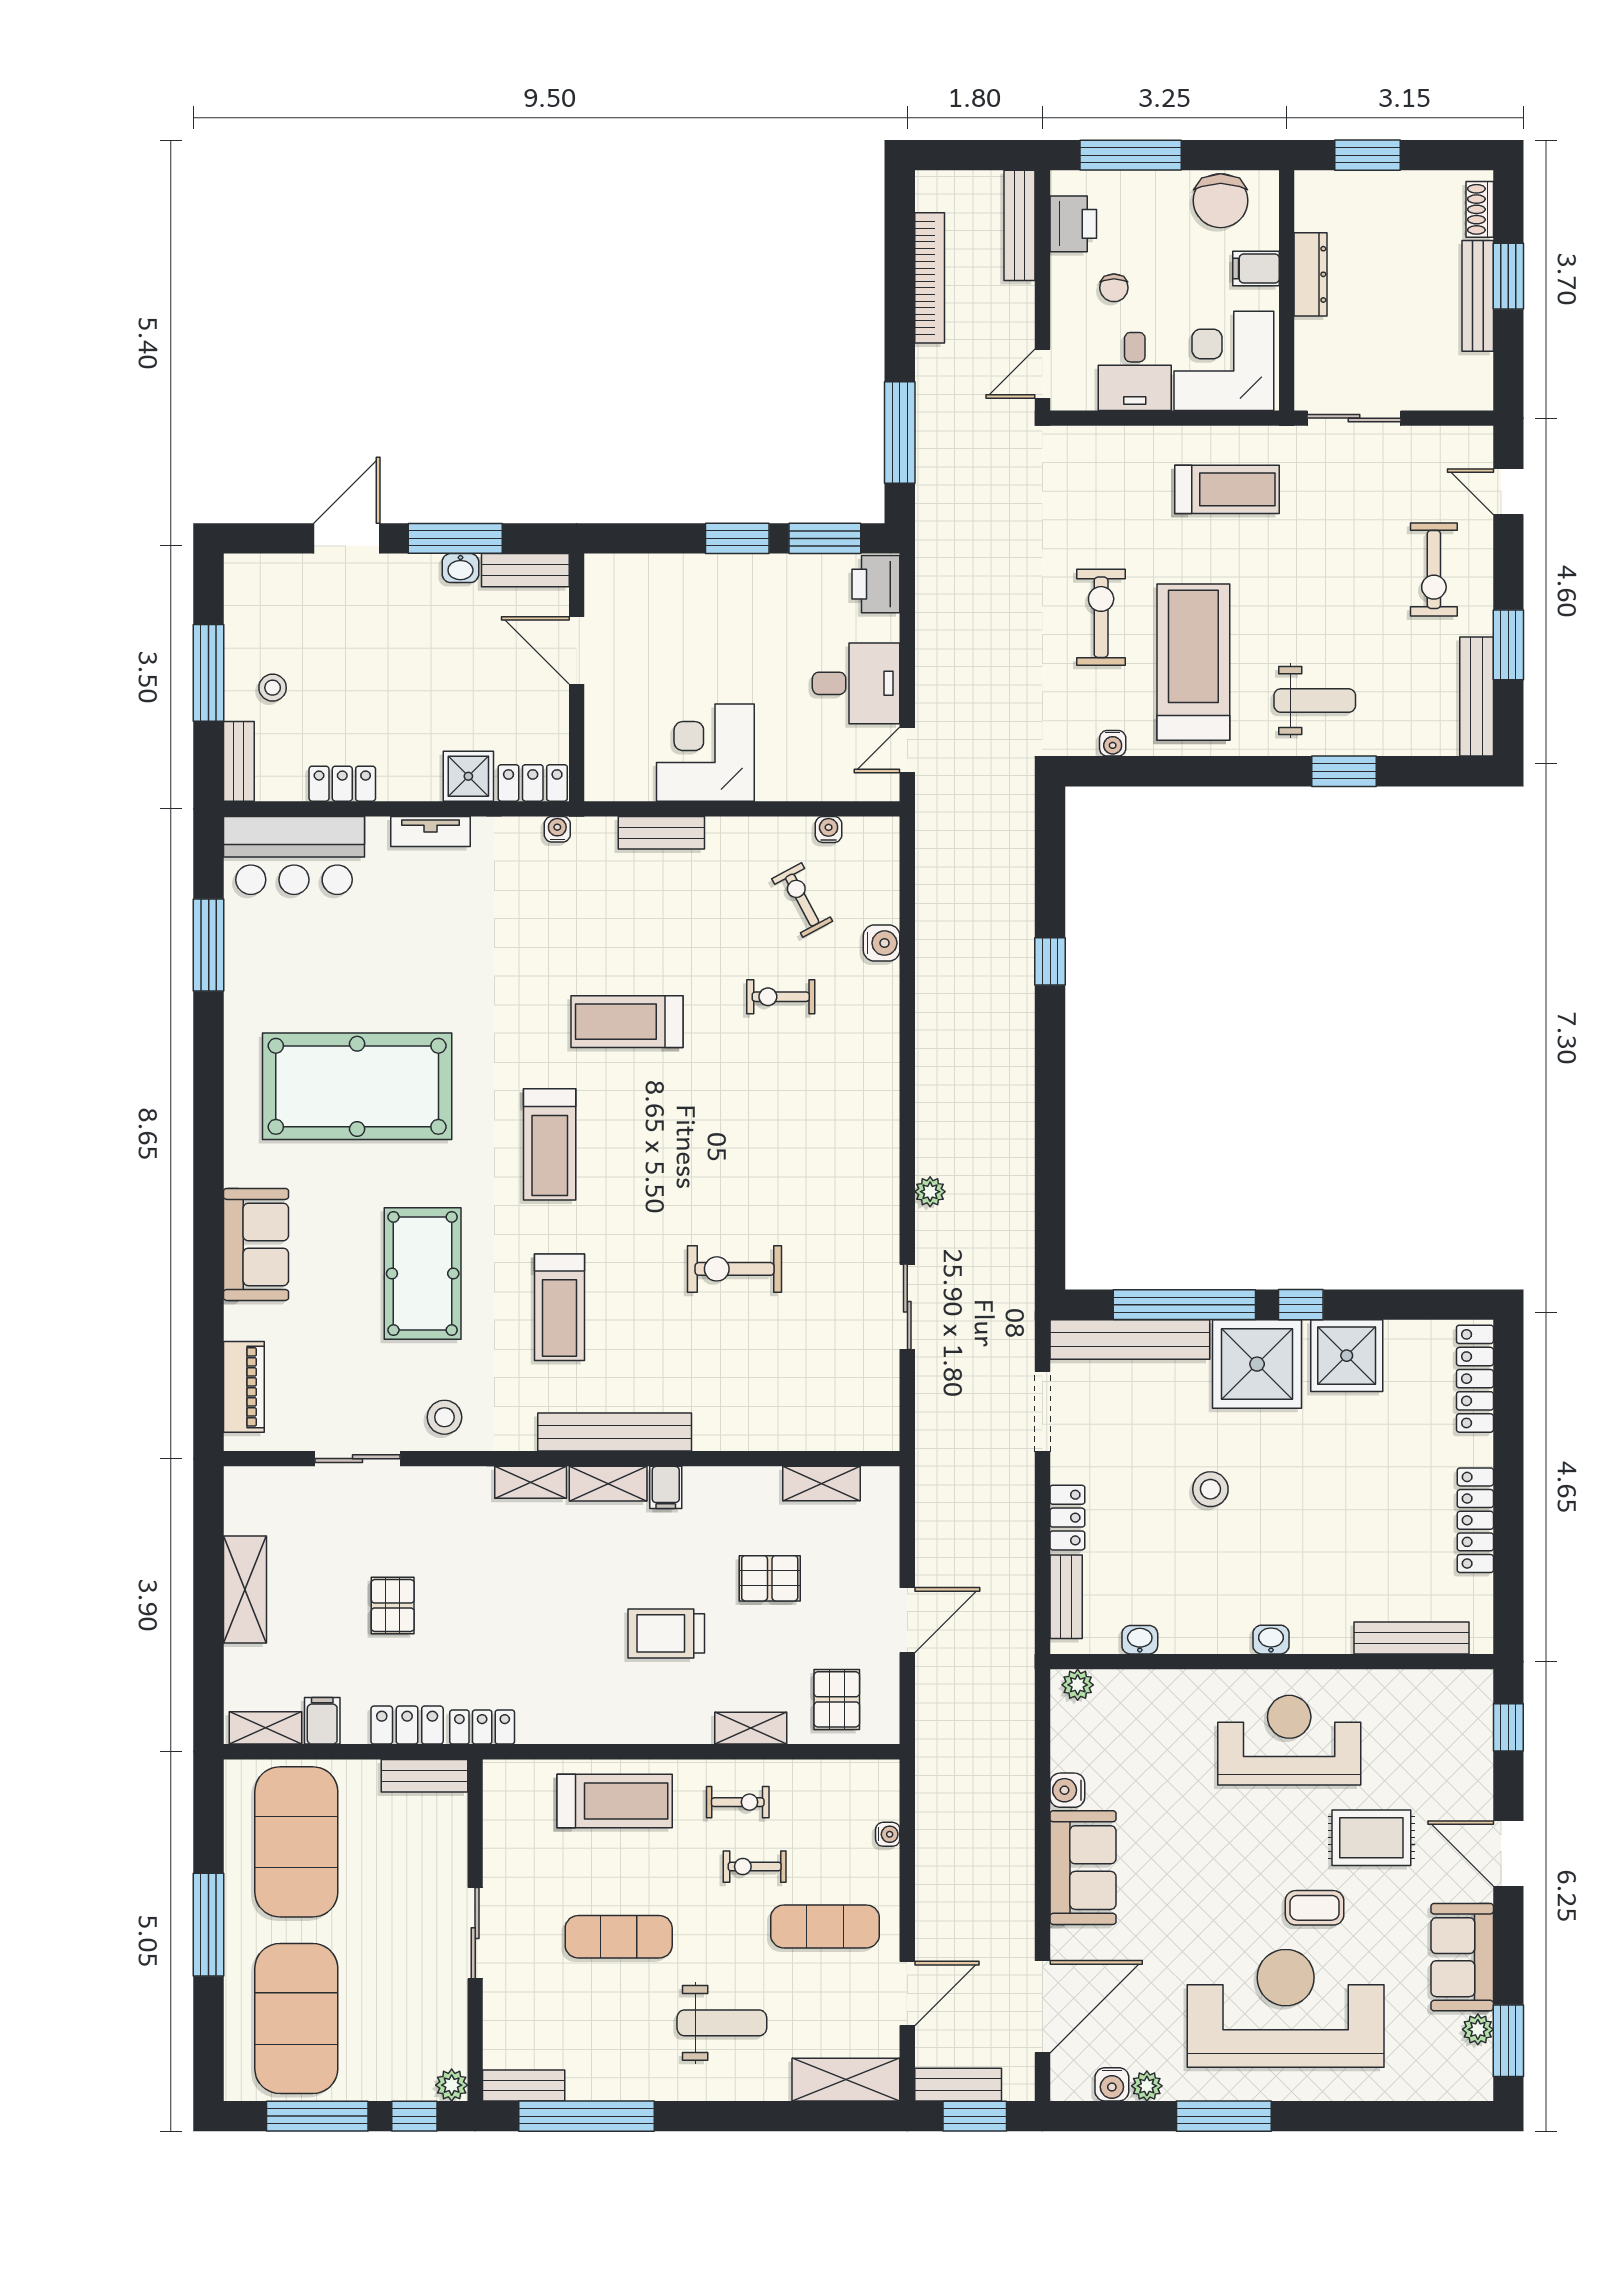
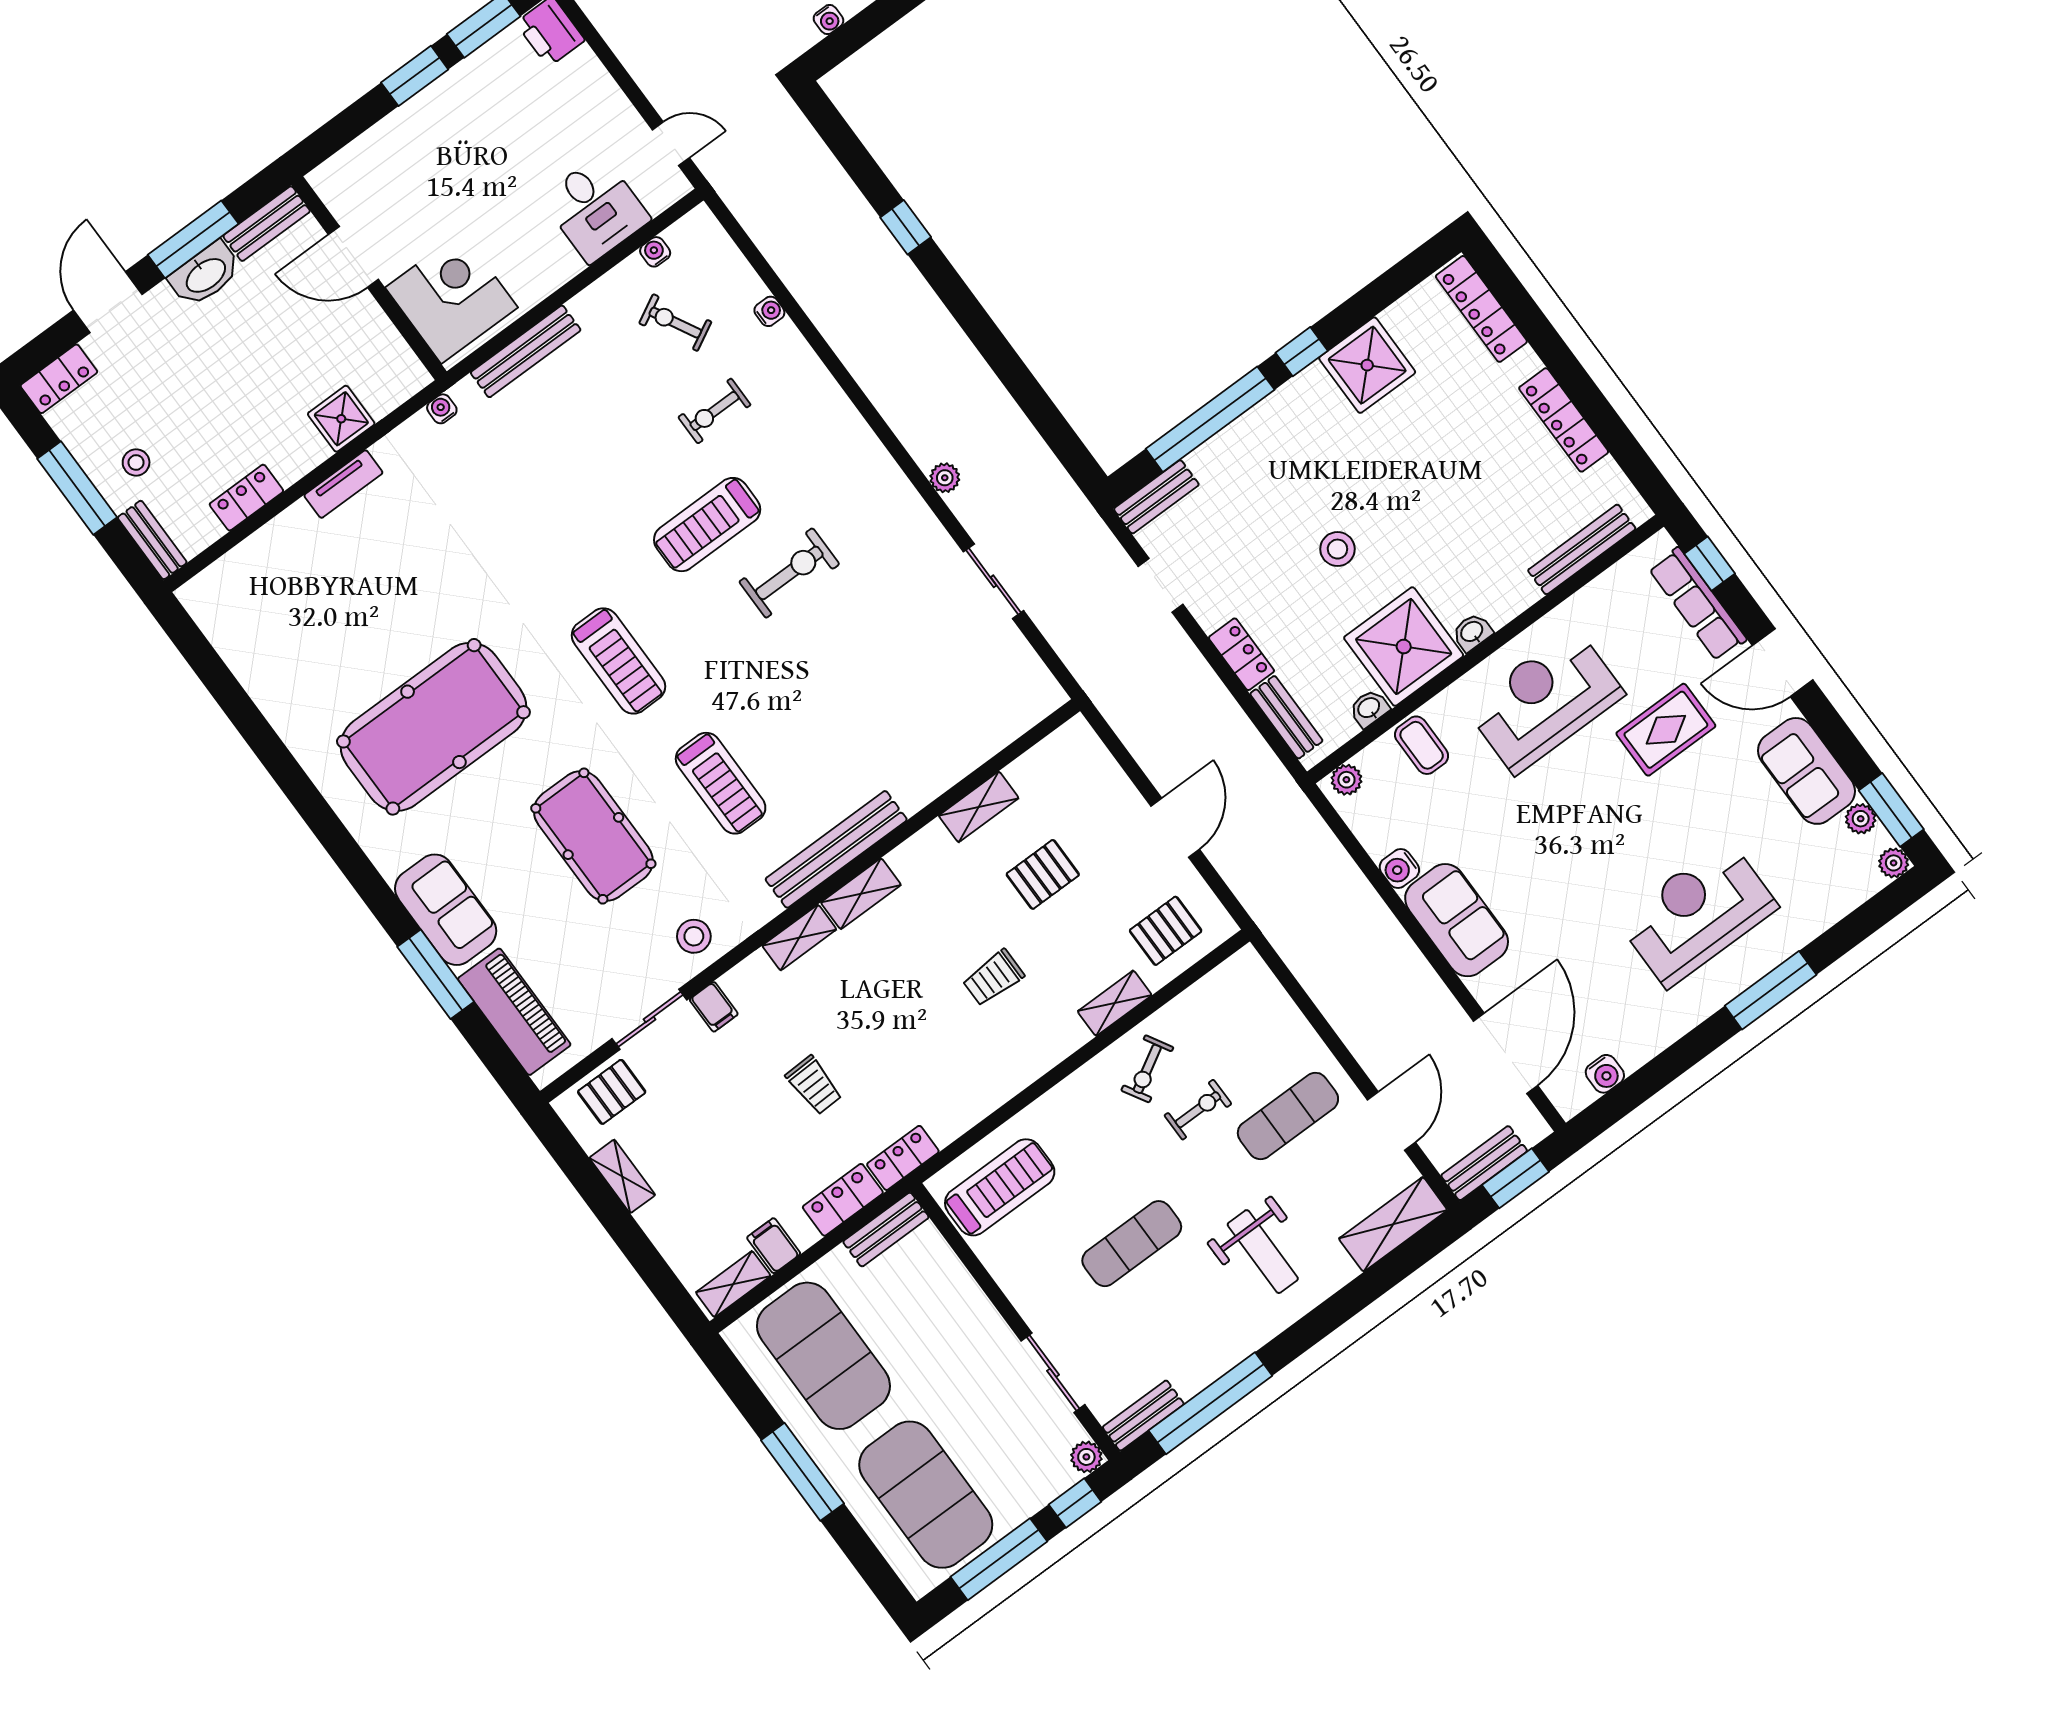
washbasin: (460, 568) -> (205, 274), width x1.91, depth x1.45
desk: (856, 683) -> (596, 209), moved, turned 90
door: (907, 750) -> (671, 144), swing flipped
corner desk: (705, 753) -> (451, 298), moved, turned 90
locker: (533, 783) -> (59, 379), moved, turned 180
bench: (661, 833) -> (526, 351), width x1.36
bar counter: (294, 855) -> (250, 582), removed
water cooler: (882, 943) -> (769, 311), width x0.72, depth x0.72
window: (209, 945) -> (436, 974), moved
treadmill: (627, 1022) -> (707, 525), moved
exercise bike: (735, 1269) -> (789, 573), moved, turned 180
bench: (1130, 1340) -> (1156, 497), width x0.54, depth x0.82
shower: (1257, 1364) -> (1404, 647), moved
piano: (244, 1387) -> (514, 1012), width x1.37, depth x1.33
doorway: (1042, 1412) -> (1160, 585), width x0.73
shelving: (822, 1484) -> (979, 807), moved
filing cabinet: (666, 1487) -> (714, 1007), moved
shelving: (245, 1589) -> (622, 1176), width x0.67, depth x0.75
pallet: (393, 1605) -> (612, 1092), moved, turned 90
trolley: (453, 1613) -> (814, 1085), added
trolley: (666, 1633) -> (993, 978), width x0.73, depth x0.72
pallet: (837, 1699) -> (1166, 931), turned 90
row of seats: (1474, 1753) -> (1698, 604), added
treadmill: (615, 1801) -> (1000, 1187), moved
exercise bike: (738, 1802) -> (1147, 1069), turned 150
water cooler: (888, 1834) -> (1284, 1007), removed
exercise bike: (755, 1867) -> (1198, 1110), turned 180
coffee table: (1315, 1908) -> (1422, 745), moved, turned 90
sliding door: (475, 1933) -> (1053, 1373), moved
reception desk: (1286, 2008) -> (1697, 913), width x0.74, depth x0.77
weight bench: (722, 2023) -> (1263, 1252), turned 90
plant: (1147, 2086) -> (1894, 863), moved
window: (1224, 2116) -> (1771, 990), moved

